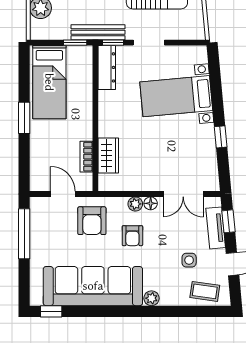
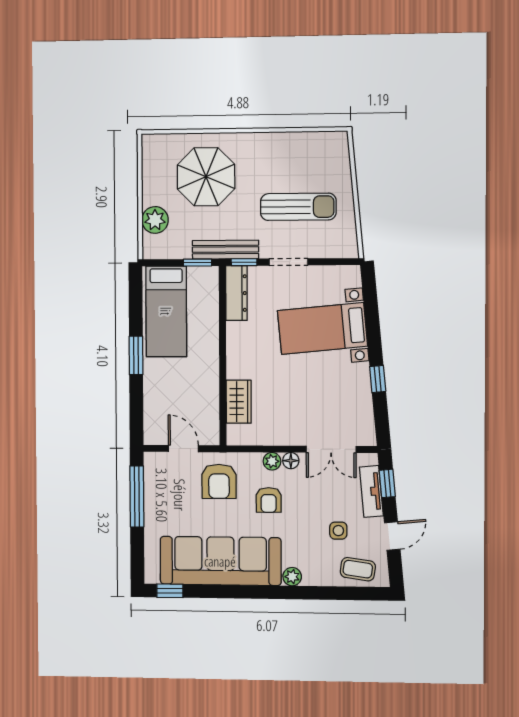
bookcase: (86, 157) -> (212, 403), removed

